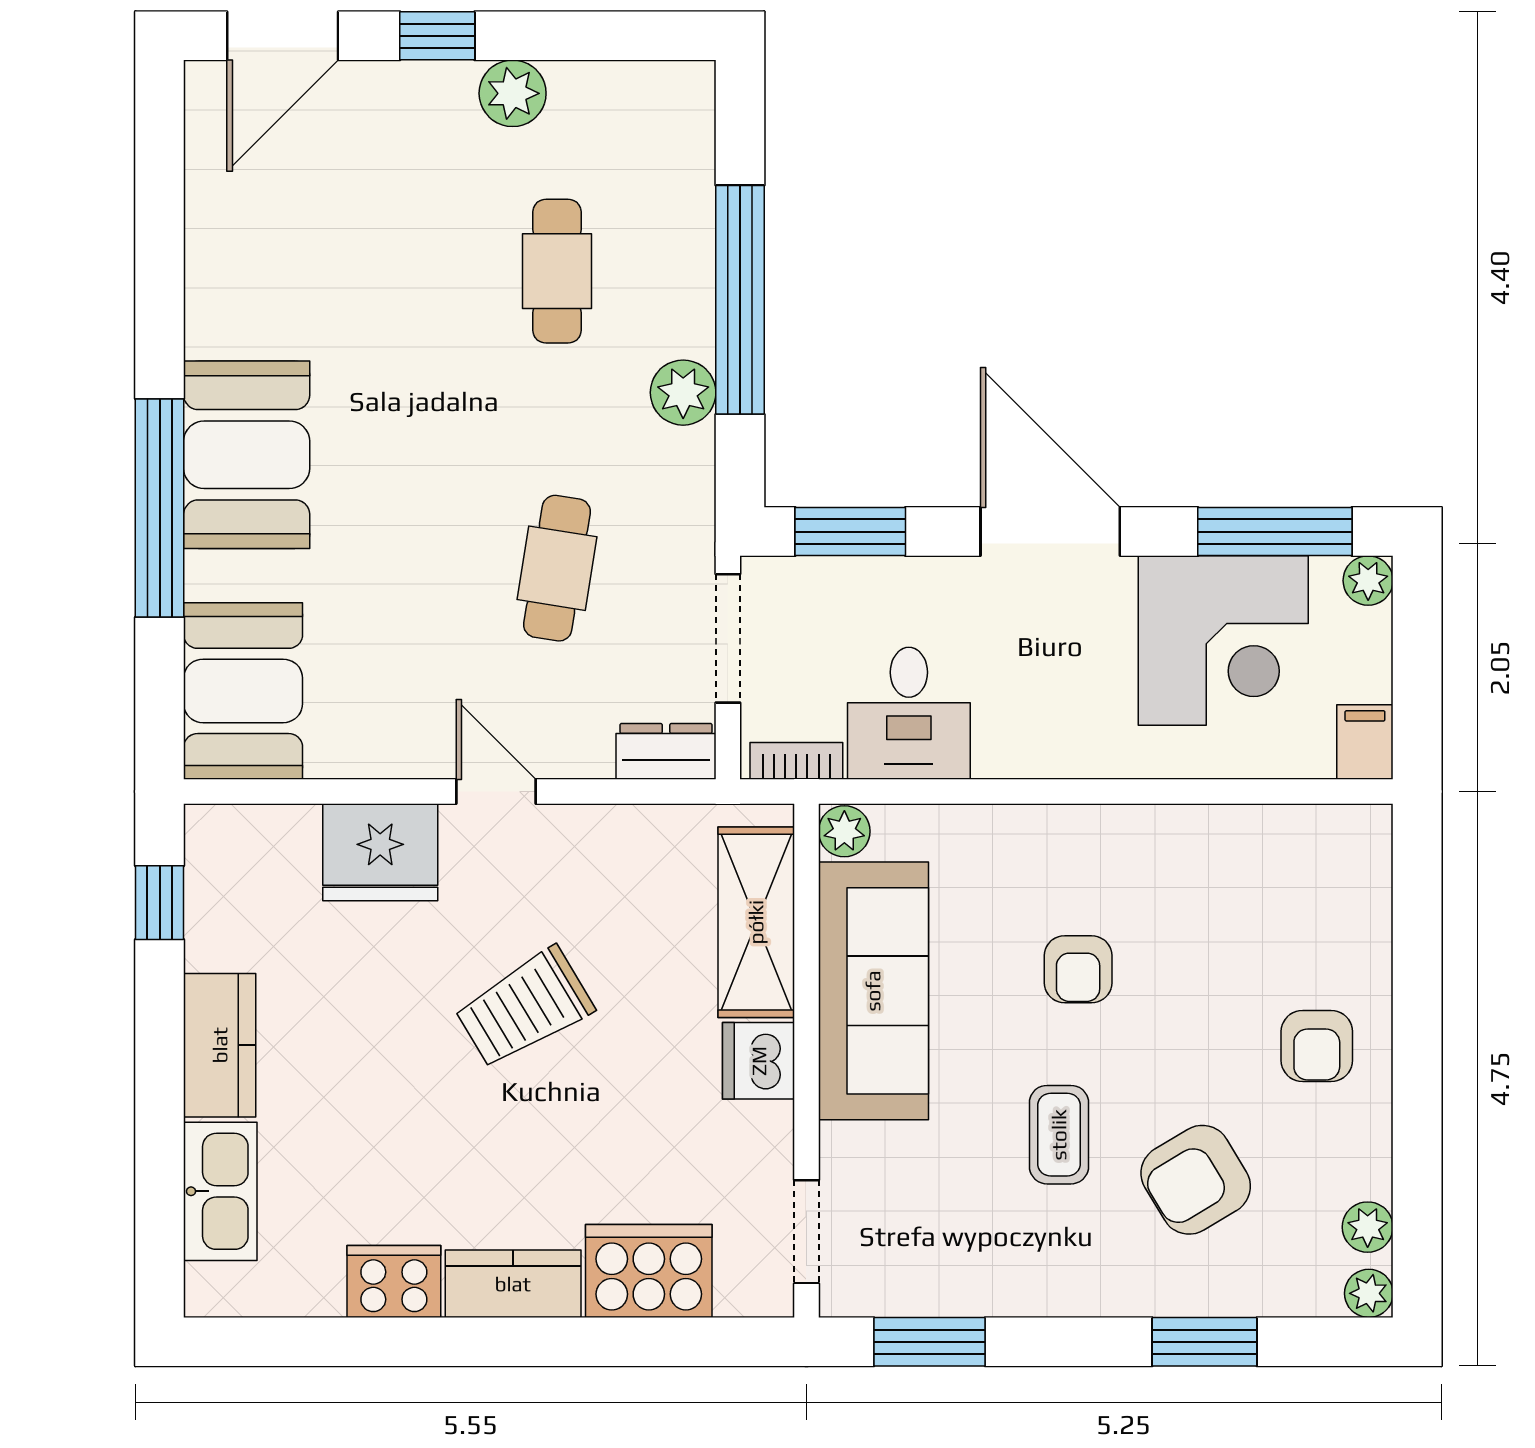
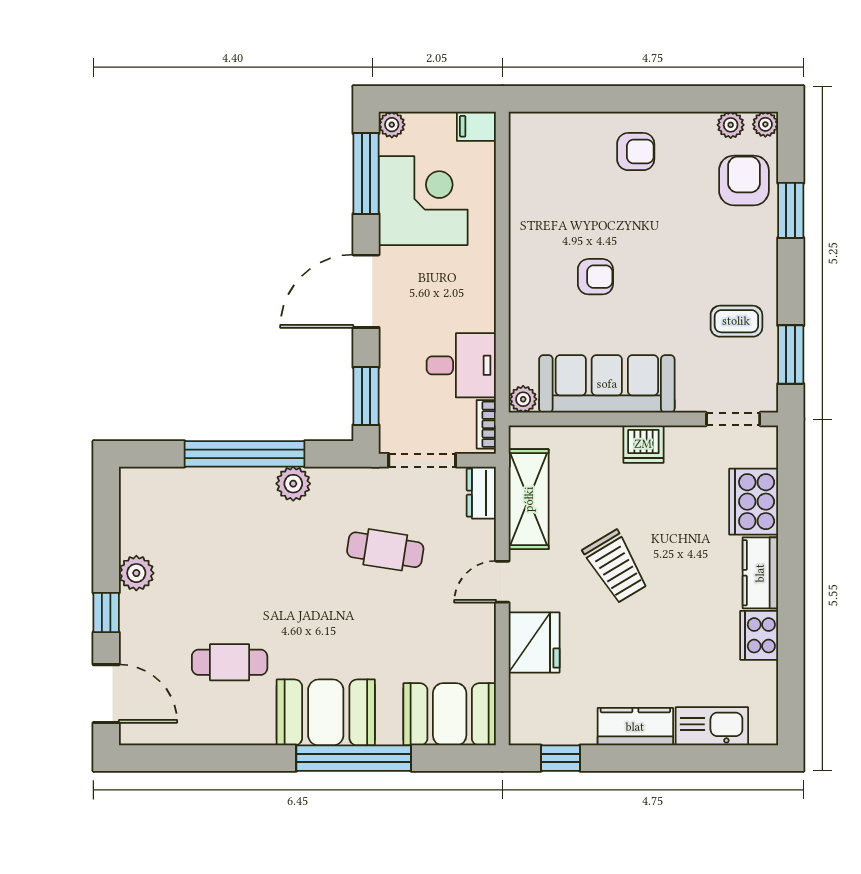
cafe table: (557, 271) -> (230, 662), moved
shelving: (756, 922) -> (529, 499), moved, turned 90
coffee table: (1059, 1135) -> (736, 321), moved
armchair: (1196, 1180) -> (744, 180), moved, turned -149

